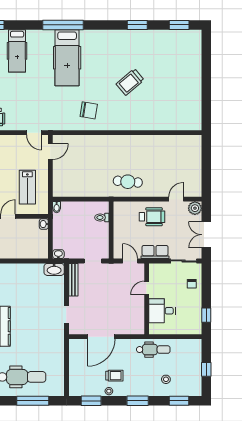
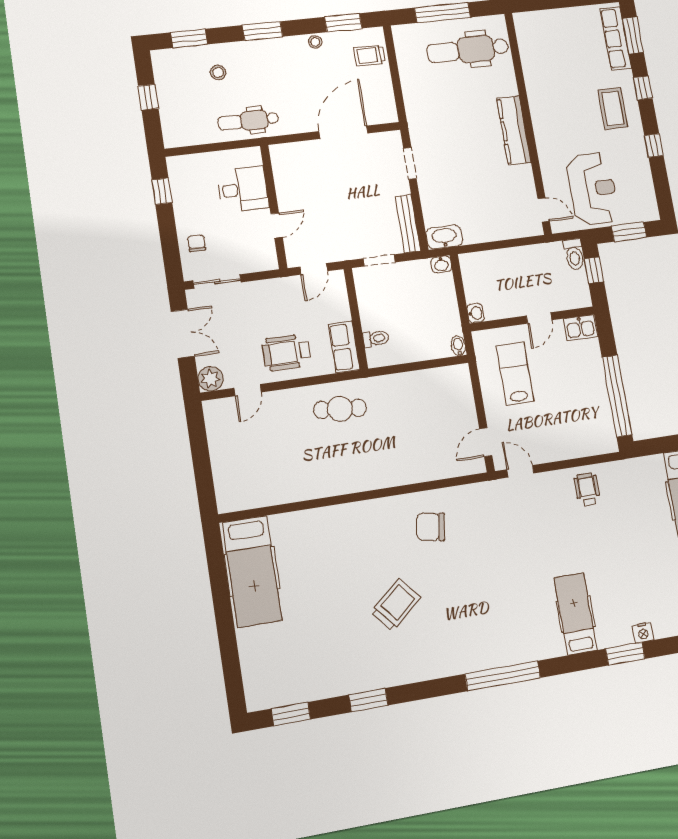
hospital bed: (67, 58) -> (252, 571), moved, turned 180
trolley: (130, 82) -> (396, 605), moved
row of seats: (155, 252) -> (344, 347), moved, turned 90
door: (130, 261) -> (314, 269), hinge flipped
trolley: (114, 376) -> (369, 56), moved

